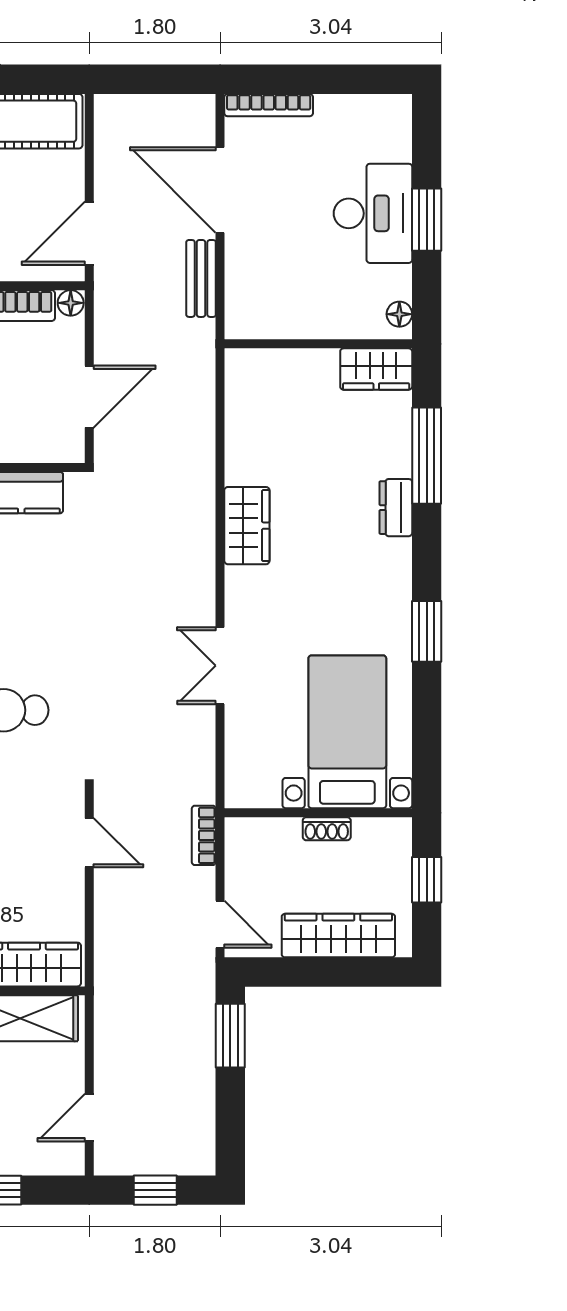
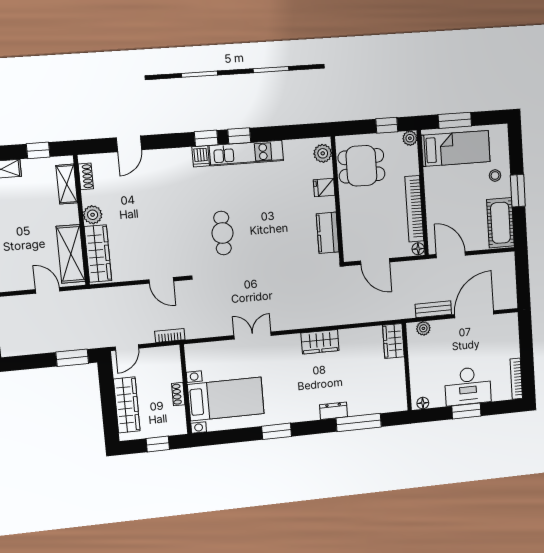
bookcase: (269, 105) -> (516, 379), moved
plant: (240, 303) -> (423, 328), added
wardrobe: (376, 369) -> (393, 341), moved
door: (89, 843) -> (161, 280), hinge flipped
door: (89, 1118) -> (48, 290), moved

